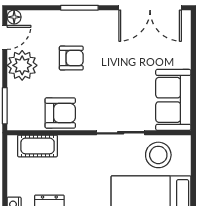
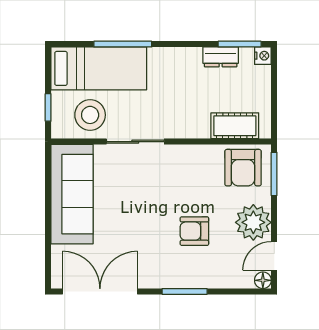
sofa: (173, 100) -> (72, 194), width x1.36
armchair: (60, 113) -> (243, 168), moved, turned -90
window: (193, 161) -> (48, 107), added

